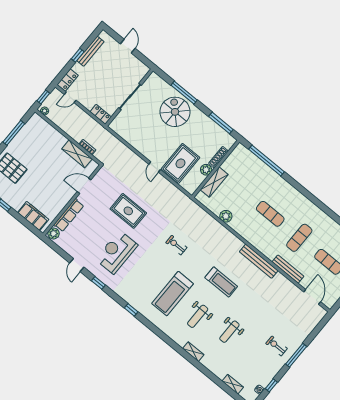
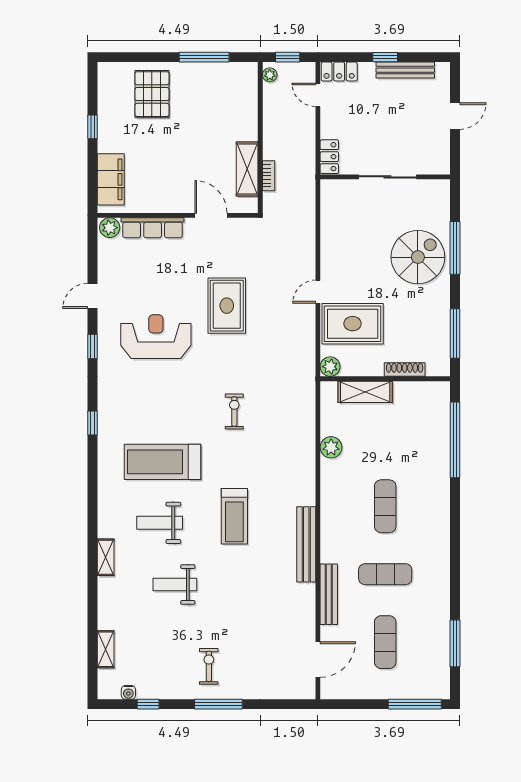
plant: (206, 170) -> (330, 367), moved

